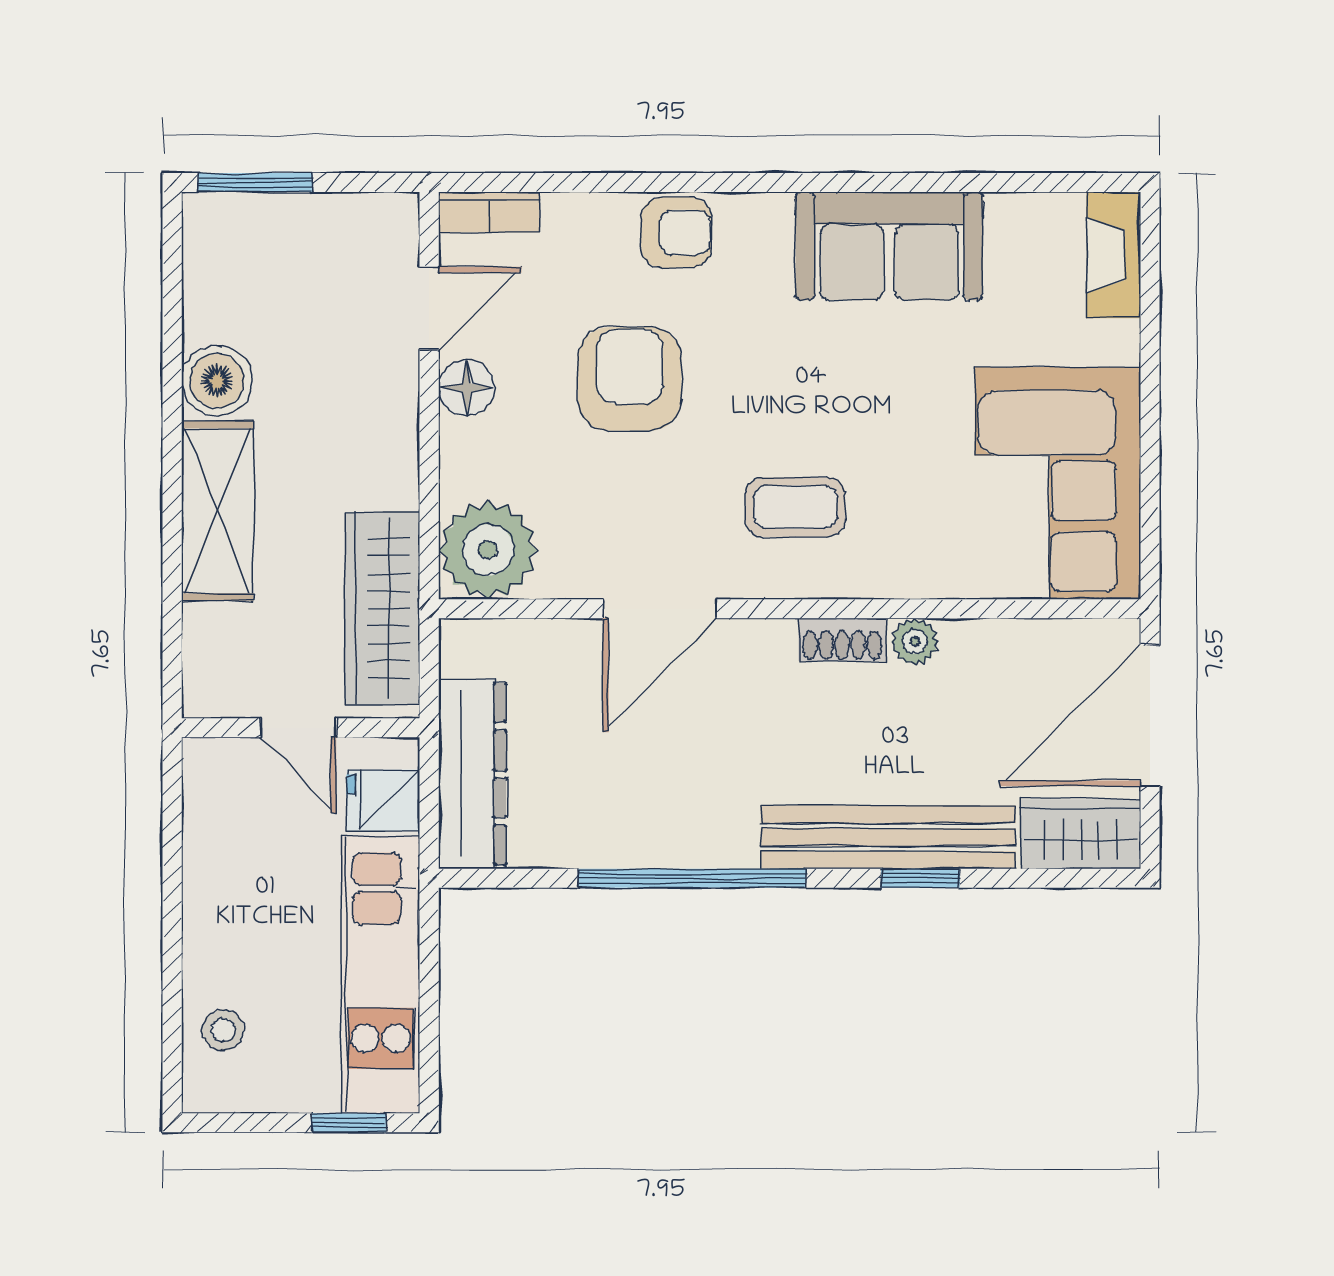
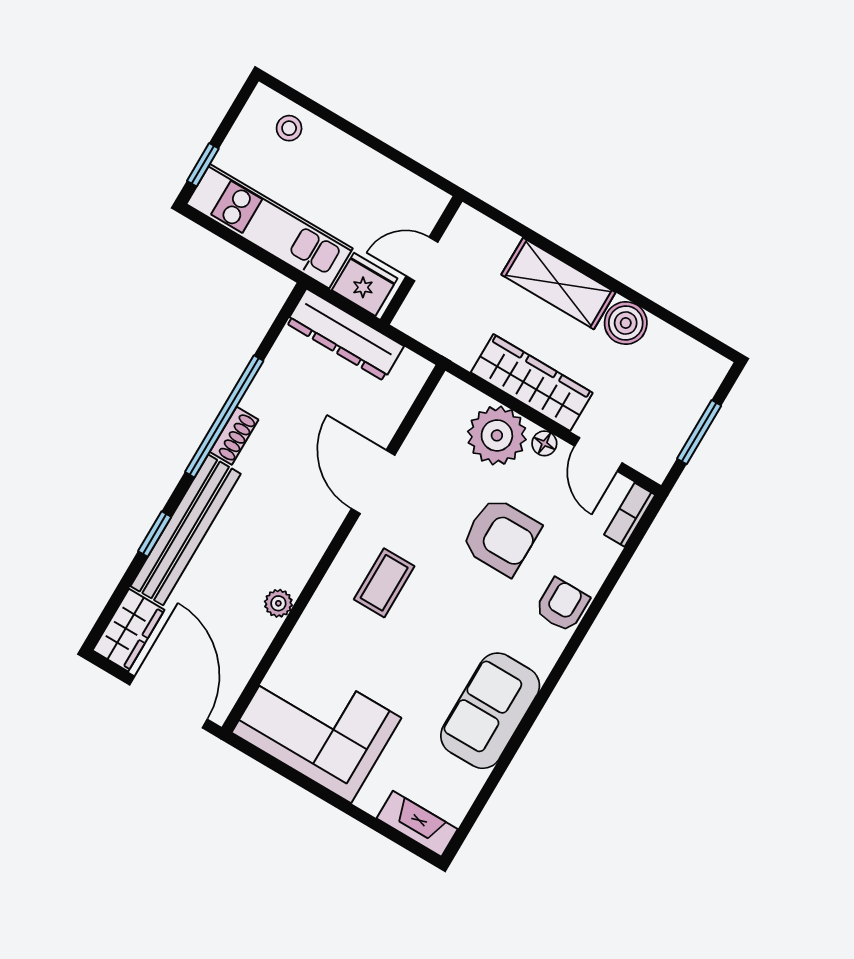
window: (255, 183) -> (699, 432), moved
armchair: (676, 233) -> (562, 605), turned 180
floor lamp: (467, 388) -> (544, 443), width x0.73, depth x0.73
plant: (488, 550) -> (497, 435), moved
wardrobe: (382, 608) -> (532, 383), moved
shoe rack: (842, 639) -> (234, 436), moved, turned 180
fridge: (383, 800) -> (365, 284), width x1.38

